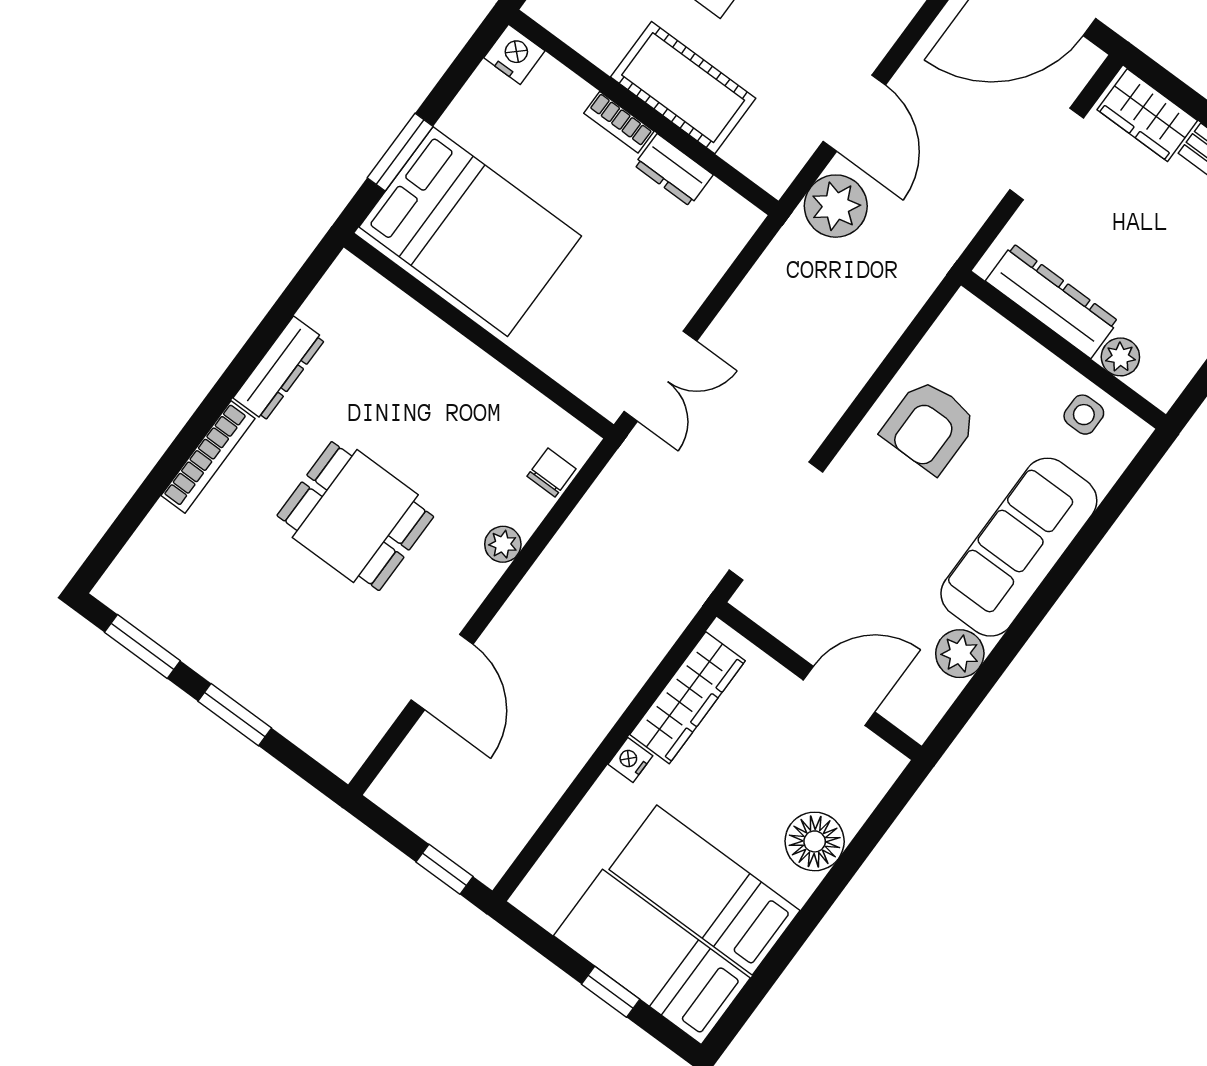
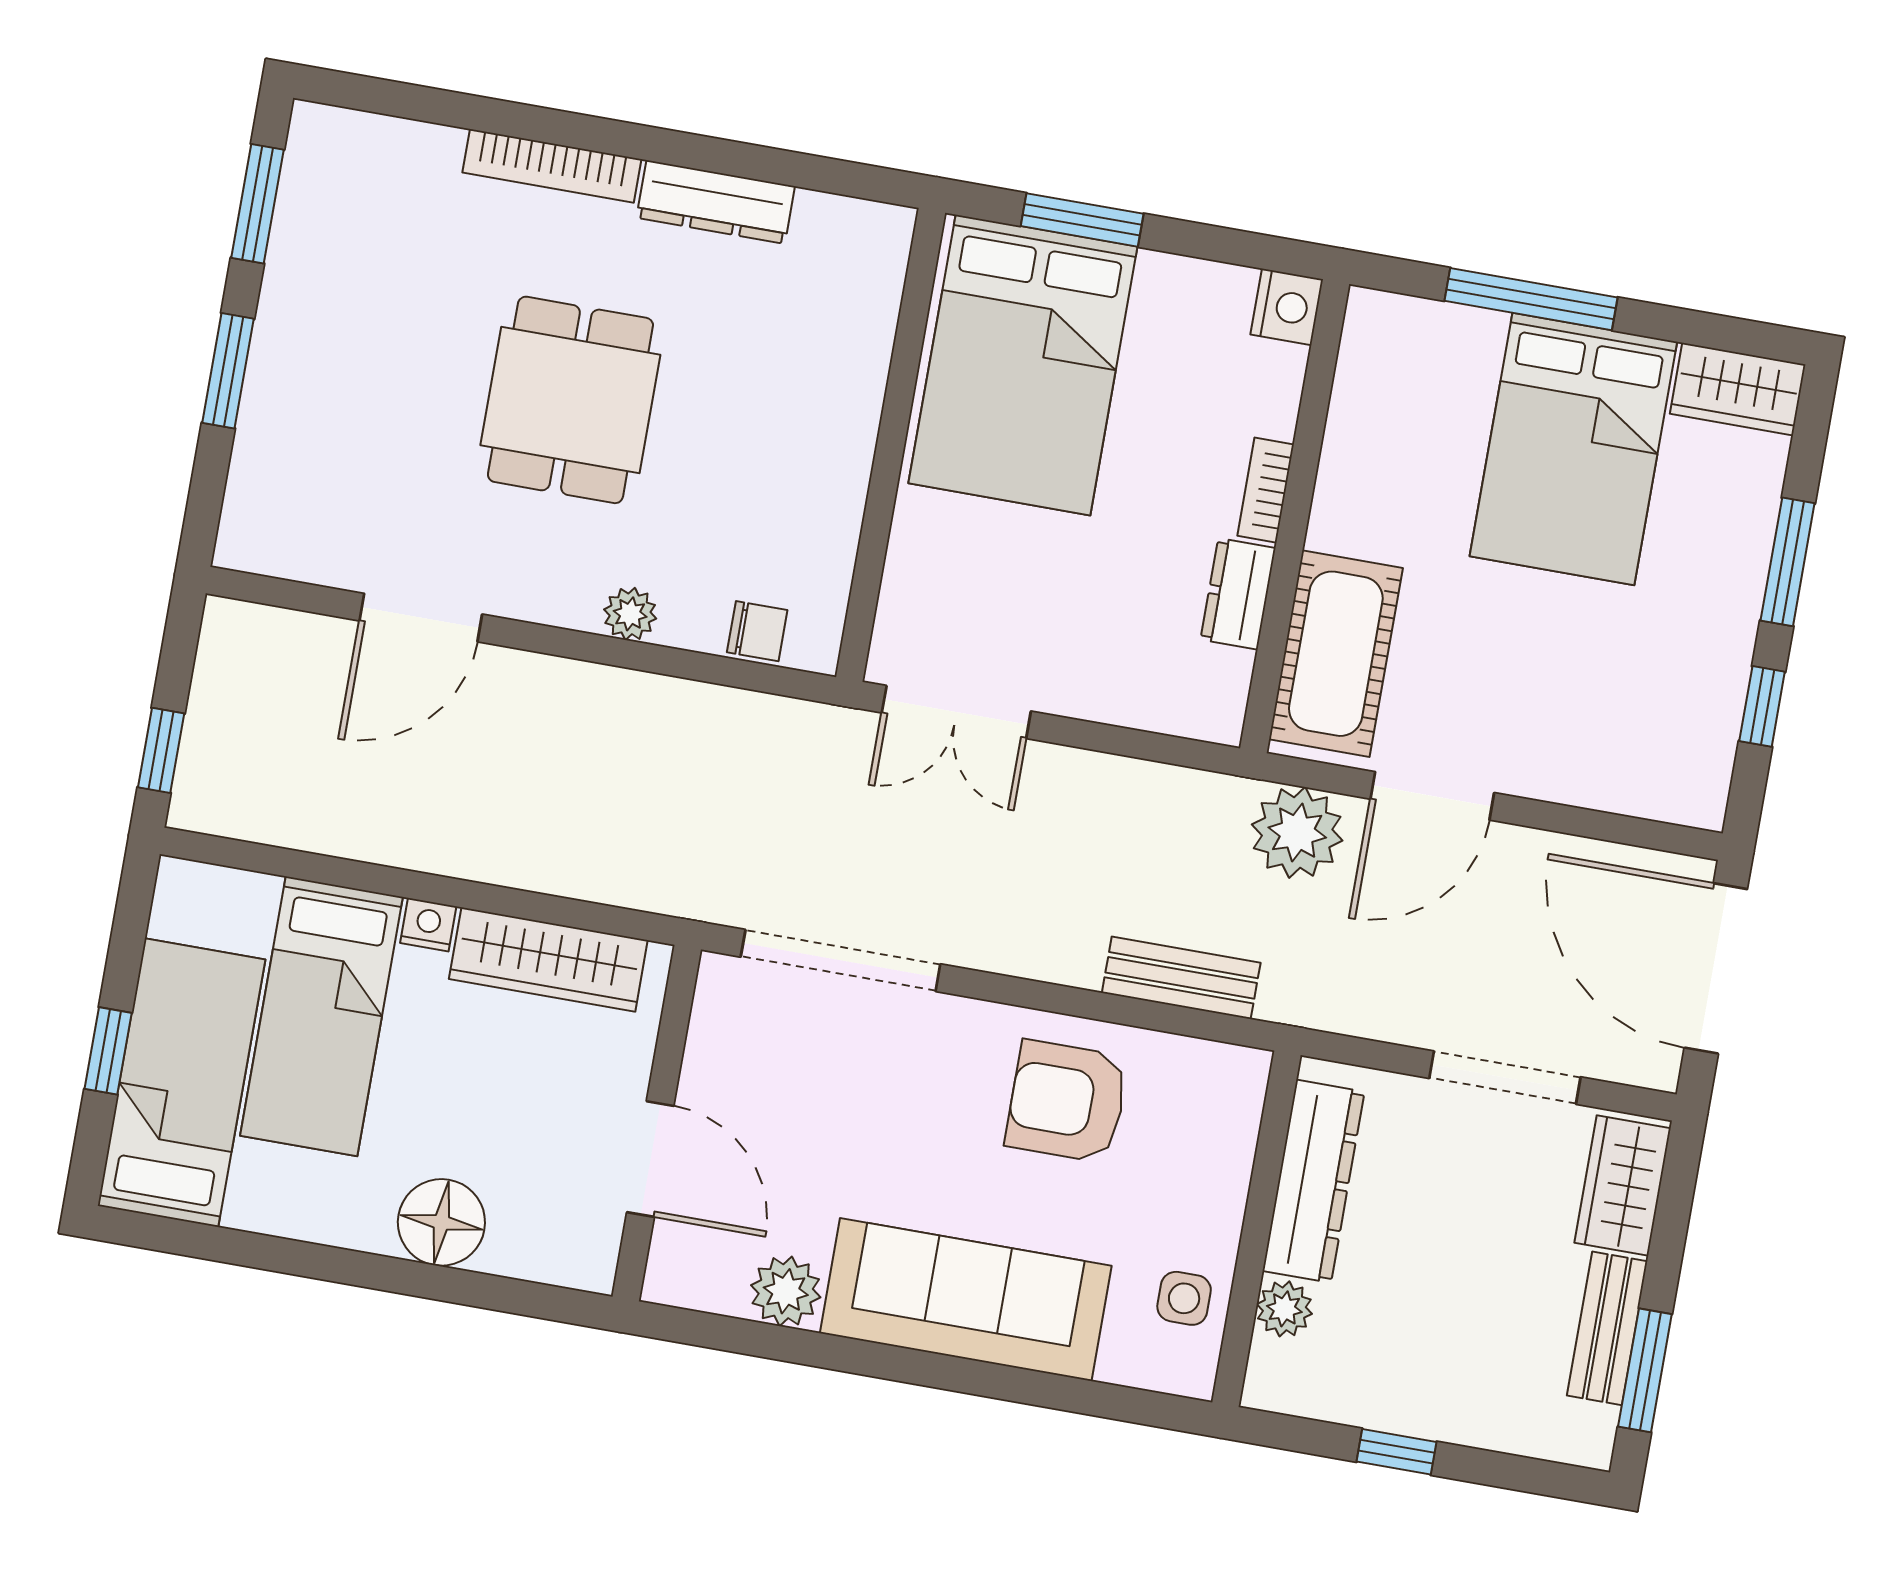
cot: (683, 88) -> (1336, 654), moved
bench: (889, 320) -> (1181, 978), added
bed: (705, 890) -> (321, 1016), moved, turned 180

